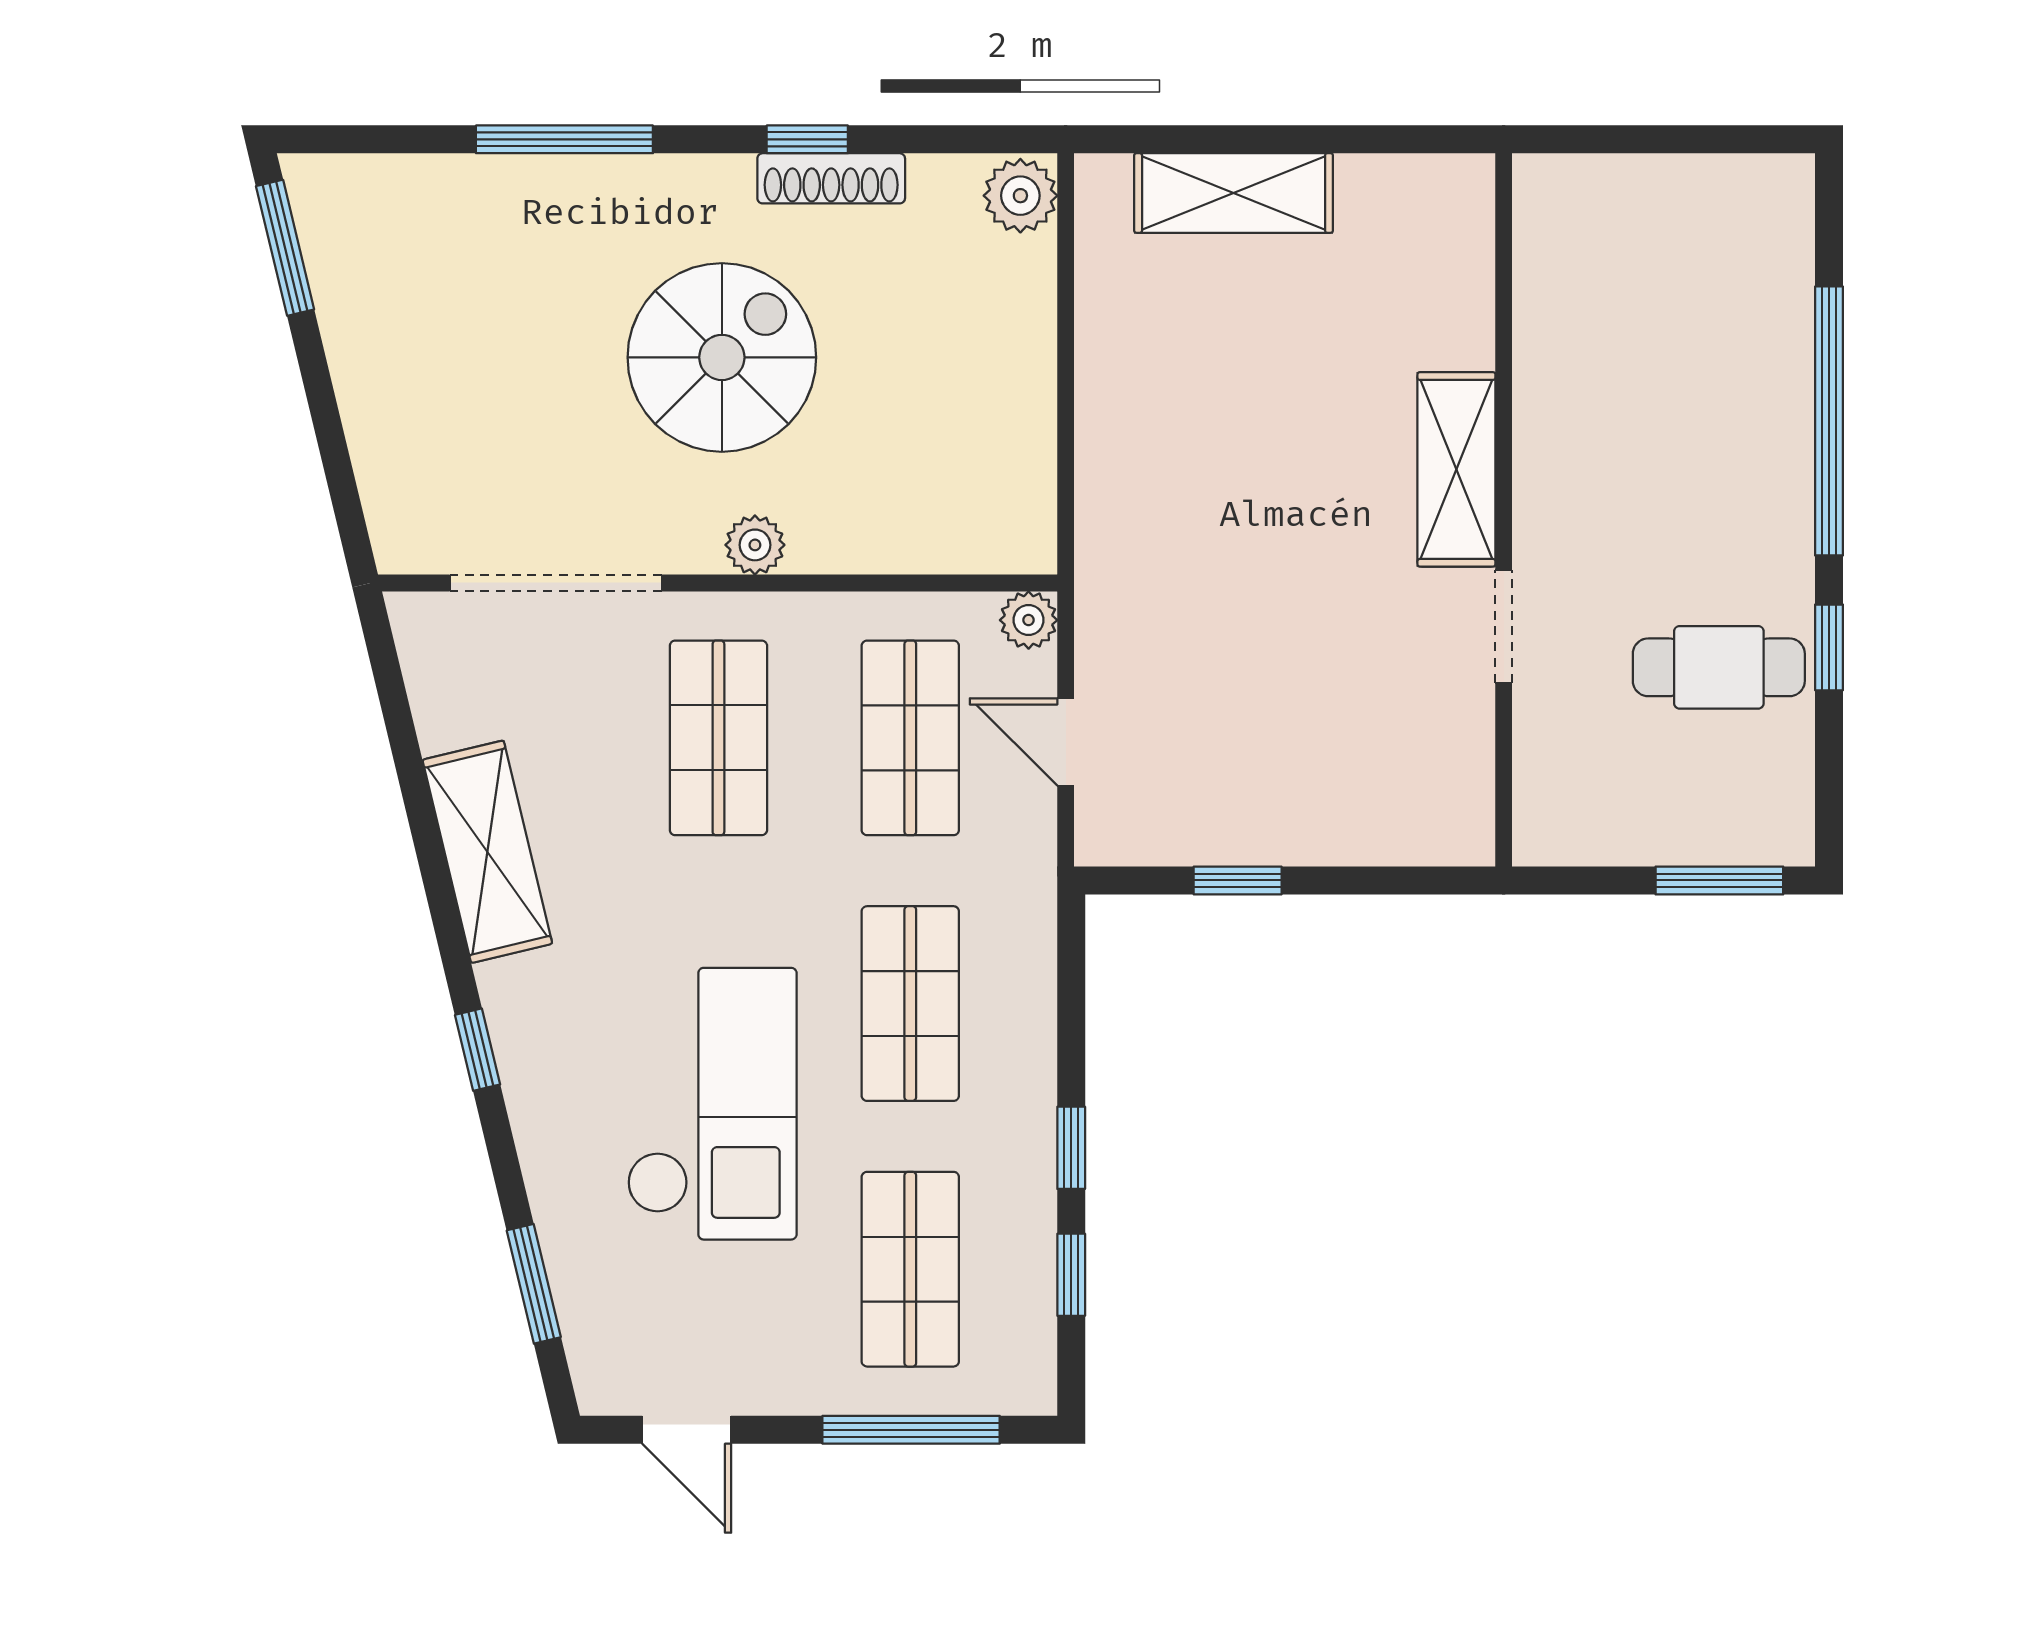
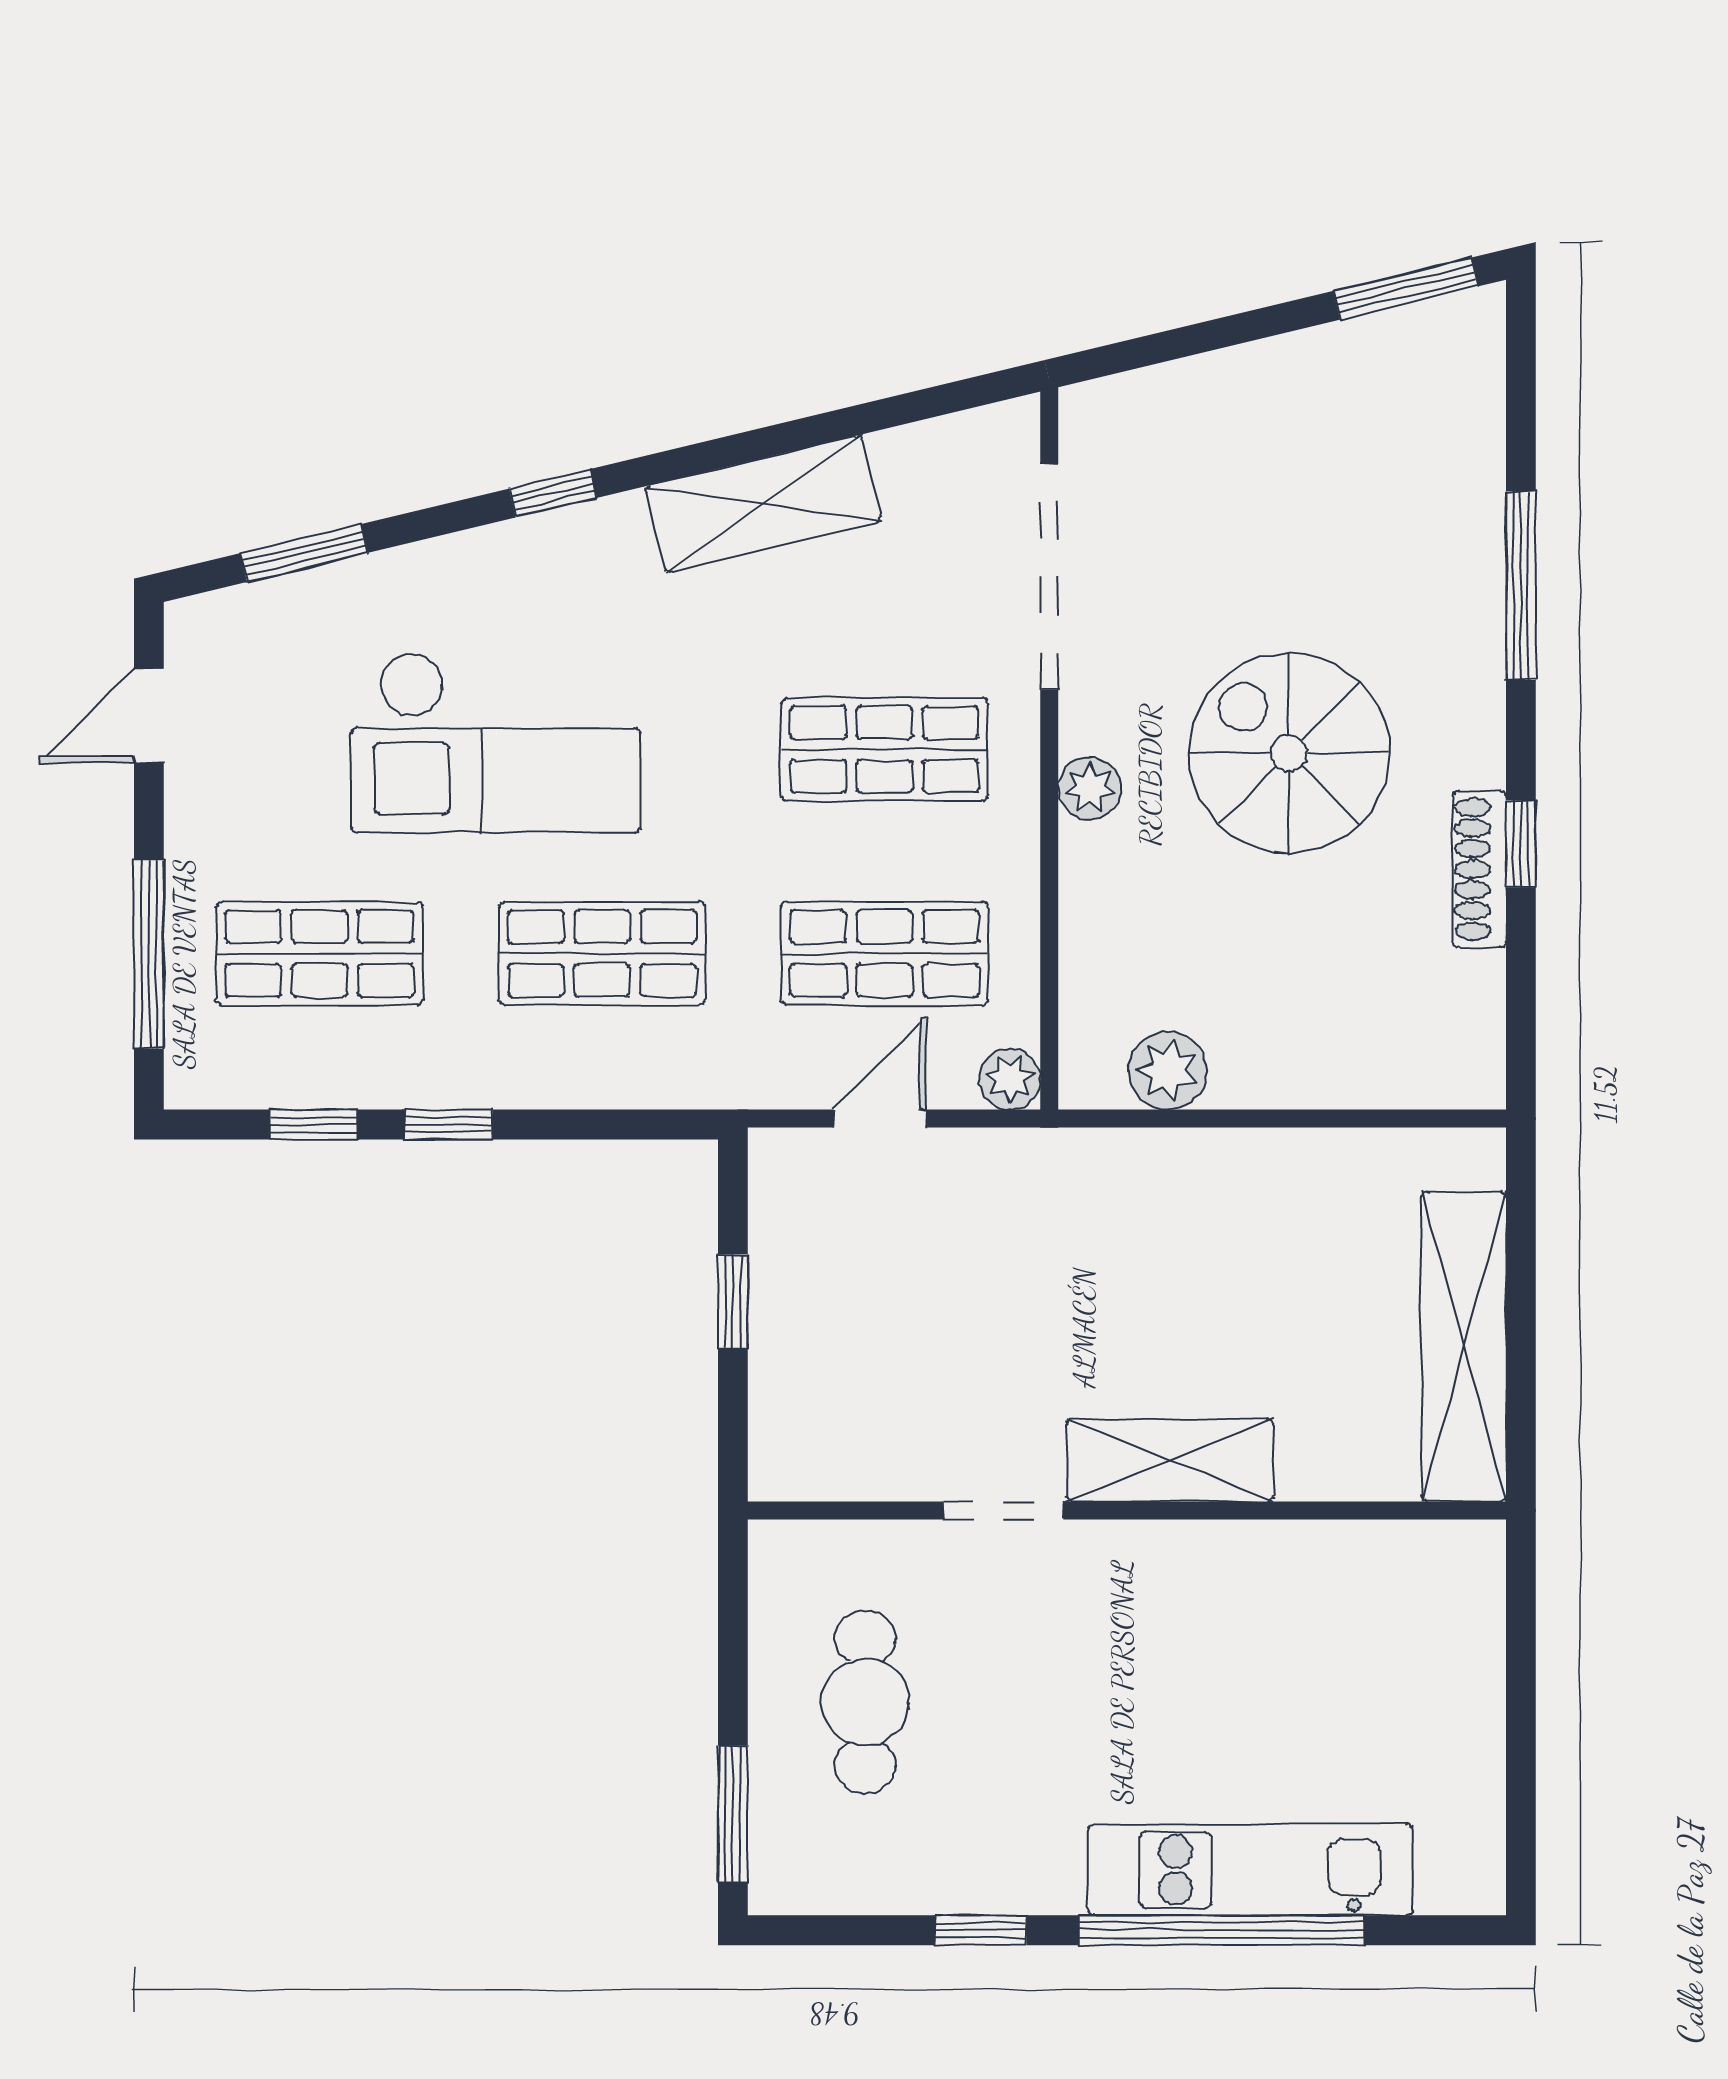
shelving: (1234, 193) -> (1464, 1346), width x1.47
plant: (1020, 196) -> (1168, 1071), moved
spiral stairs: (722, 357) -> (1289, 753), turned 180
kitchen unit: (1772, 394) -> (1250, 1870), added
shelving: (1456, 469) -> (1170, 1460), moved
wall: (1504, 510) -> (1127, 1510), moved
doorway: (1504, 626) -> (1003, 1510), moved
cafe table: (1719, 667) -> (865, 1702), moved

